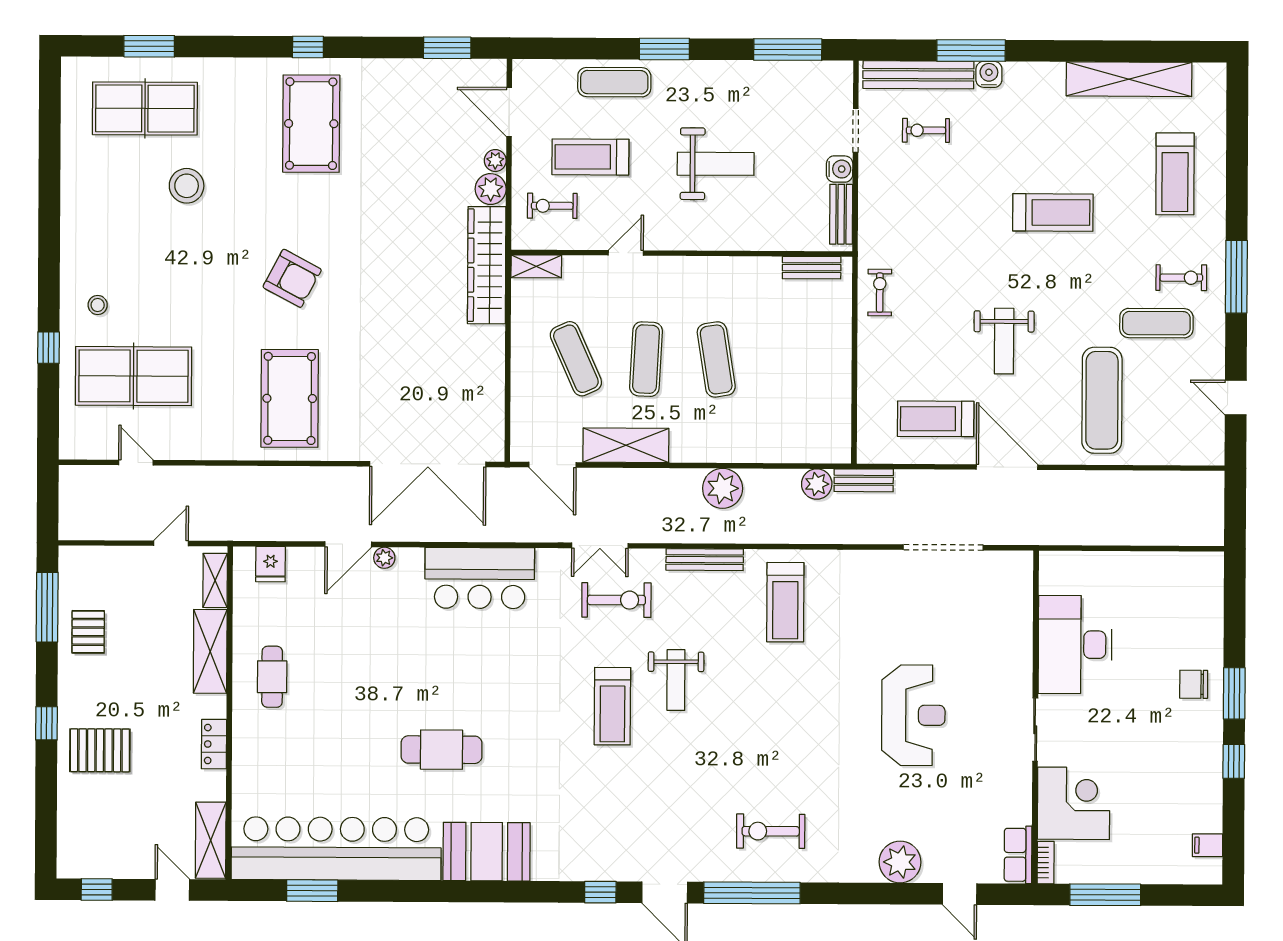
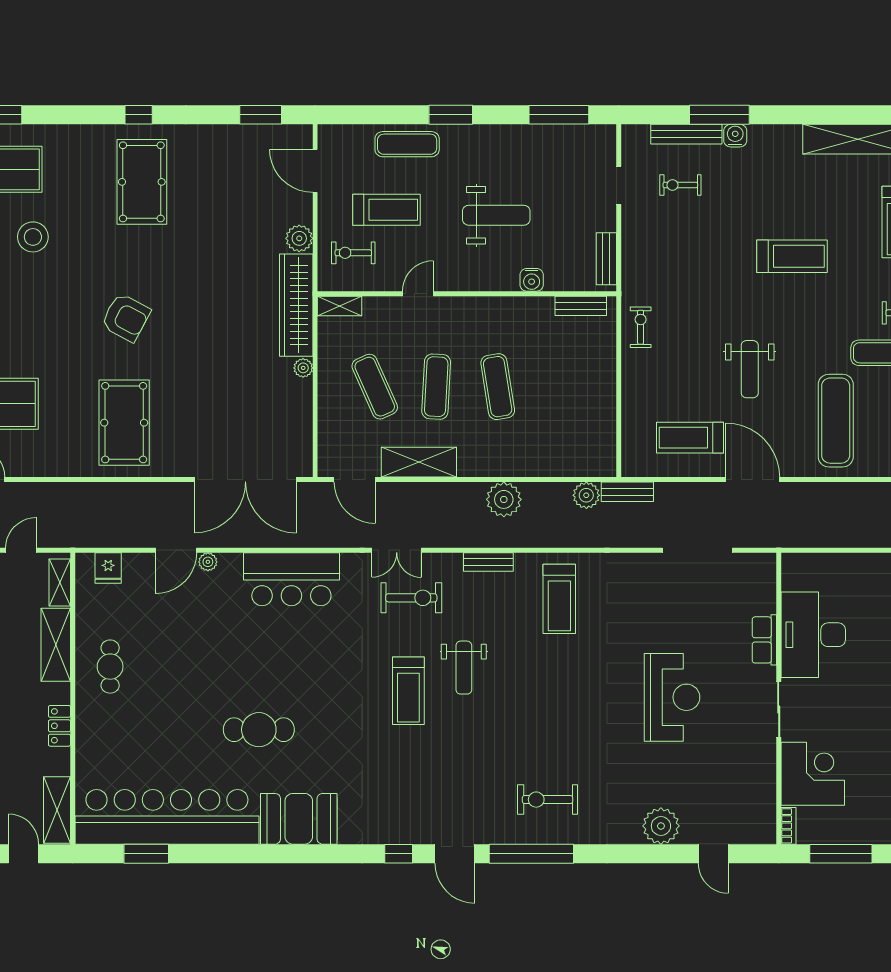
bench: (918, 75) -> (686, 134), width x0.73, depth x0.82
treadmill: (590, 157) -> (387, 210), turned 180
plant: (495, 161) -> (303, 368), moved
water cooler: (840, 169) -> (532, 280), moved, turned 90
bench: (705, 560) -> (488, 562), width x0.73
row of seats: (1018, 855) -> (764, 640), moved

